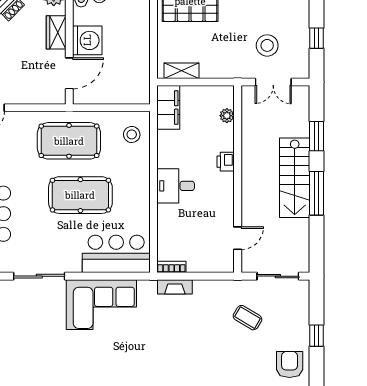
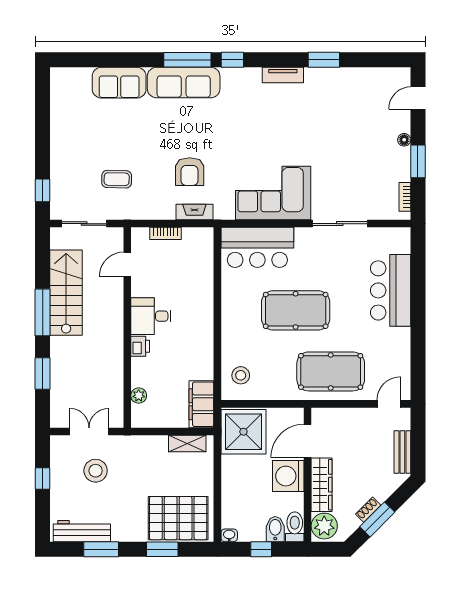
wardrobe: (56, 32) -> (322, 485), width x1.50
shower: (129, 82) -> (243, 432), added
pool table: (69, 141) -> (331, 371), moved
stairs: (295, 178) -> (66, 293), moved
desk: (176, 186) -> (151, 316), moved, turned 180
bookcase: (171, 267) -> (166, 233), moved
coffee table: (247, 318) -> (117, 179), turned -30
window: (317, 336) -> (43, 190), moved
armchair: (290, 364) -> (190, 172), moved

